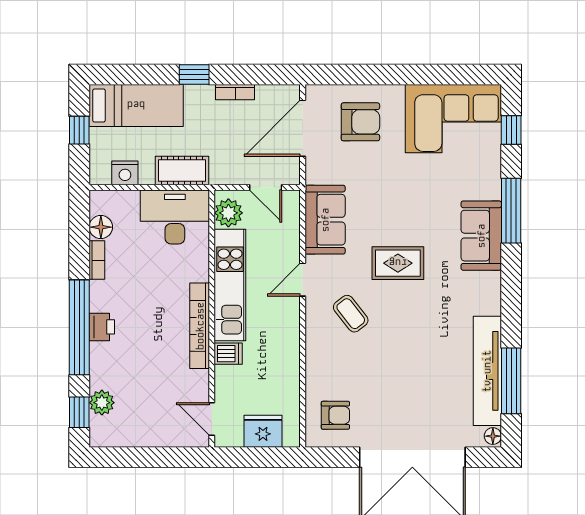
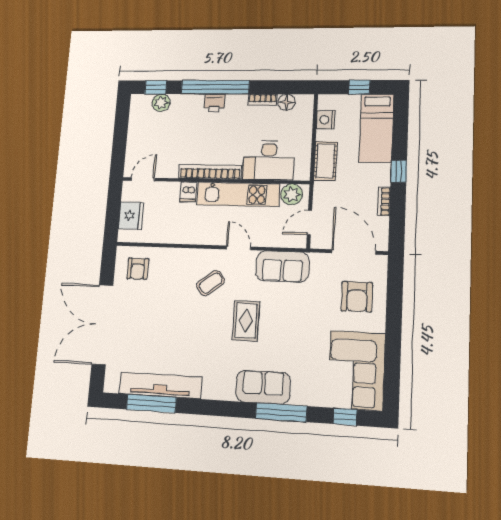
desk: (175, 217) -> (269, 160), moved, turned 90
floor lamp: (493, 436) -> (112, 387), removed

